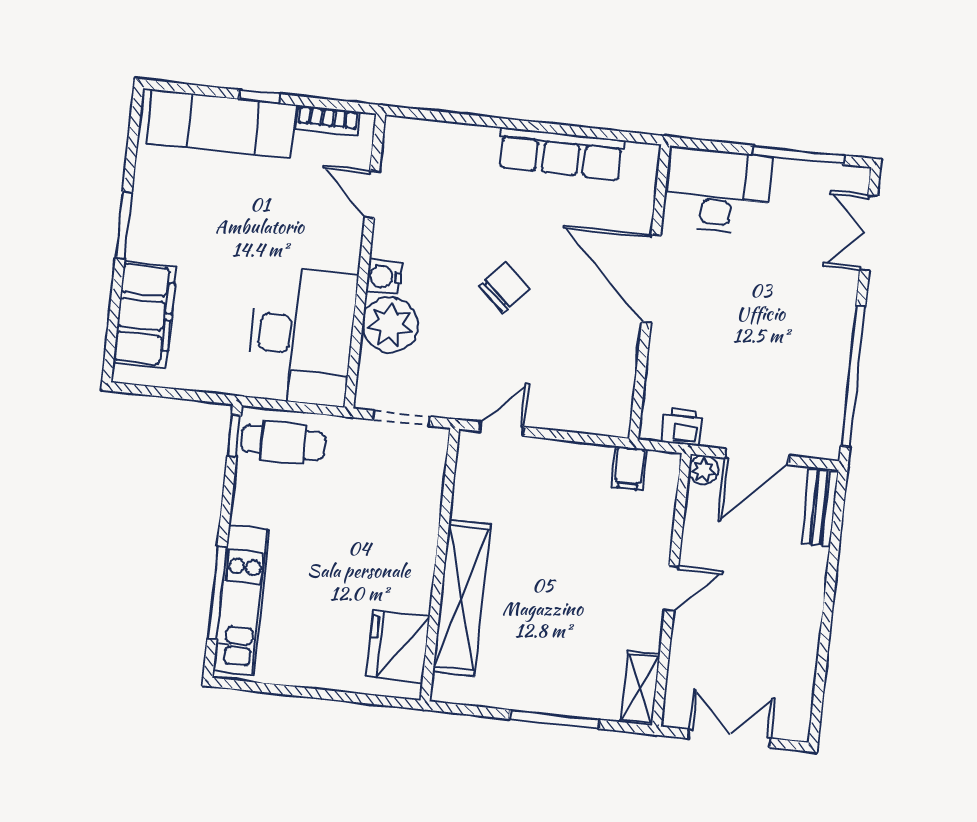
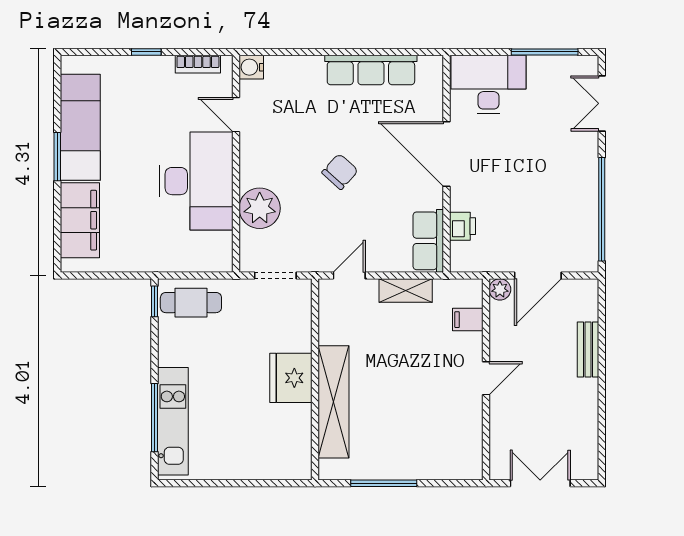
exam couch: (221, 124) -> (80, 127), moved, turned -90
water cooler: (384, 277) -> (251, 67), moved
desk: (302, 336) -> (196, 181), moved
row of seats: (614, 394) -> (428, 241), added
printer: (682, 427) -> (463, 226), moved, turned 90
filing cabinet: (629, 468) -> (468, 320), moved, turned 90
bench: (820, 507) -> (588, 350), moved
fridge: (398, 646) -> (291, 378), moved
shelving: (640, 688) -> (406, 291), moved, turned 90
window: (554, 719) -> (384, 483), moved

